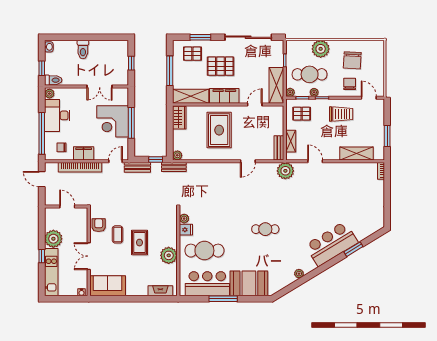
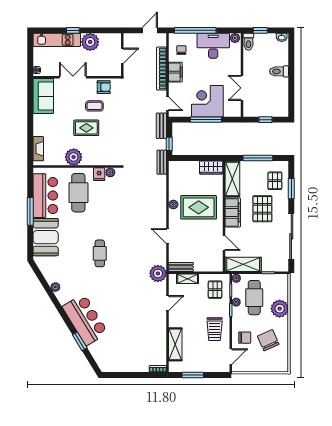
chair: (352, 60) -> (268, 340), turned 63
plant: (177, 155) -> (173, 204), moved

